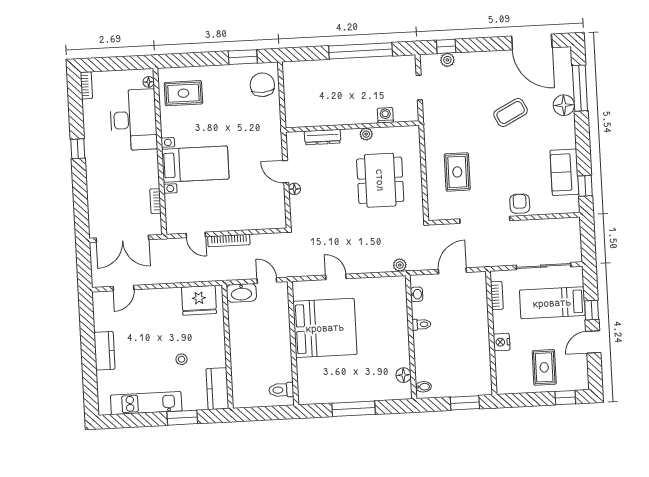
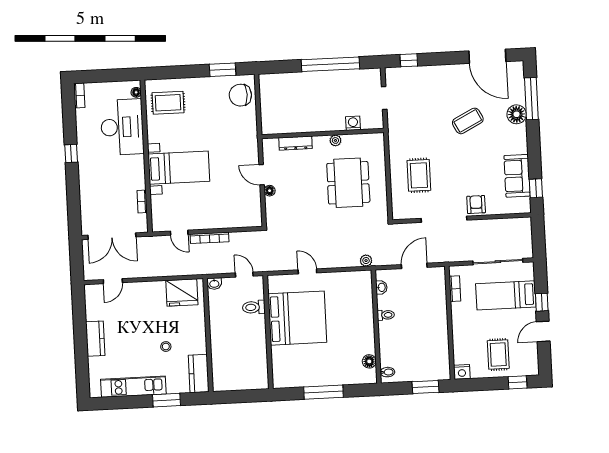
plant: (447, 60) -> (410, 73), removed
chair: (262, 85) -> (240, 95), turned -87
washbasin: (241, 293) -> (214, 284), width x0.52, depth x0.69
nightstand: (502, 342) -> (462, 372), moved, turned -90
toilet: (281, 390) -> (254, 307), moved

